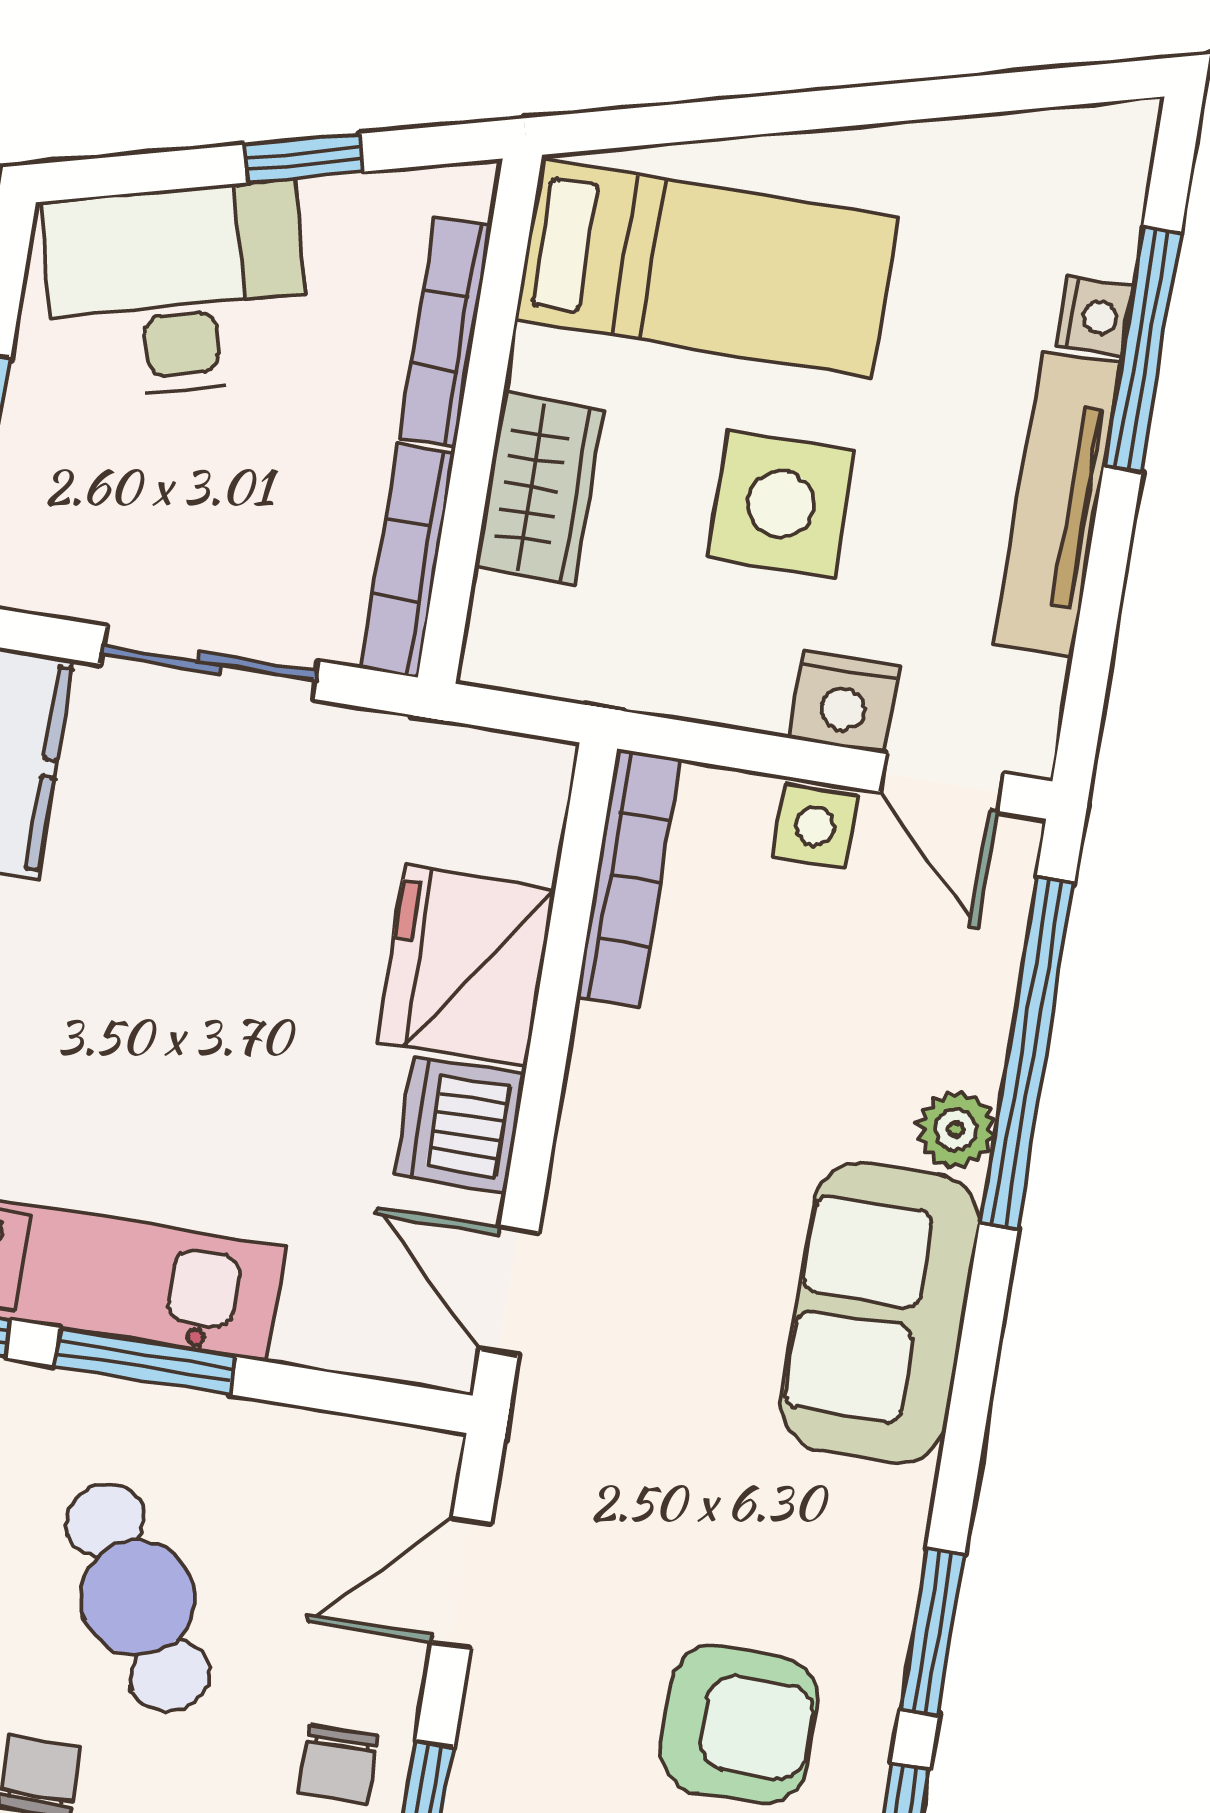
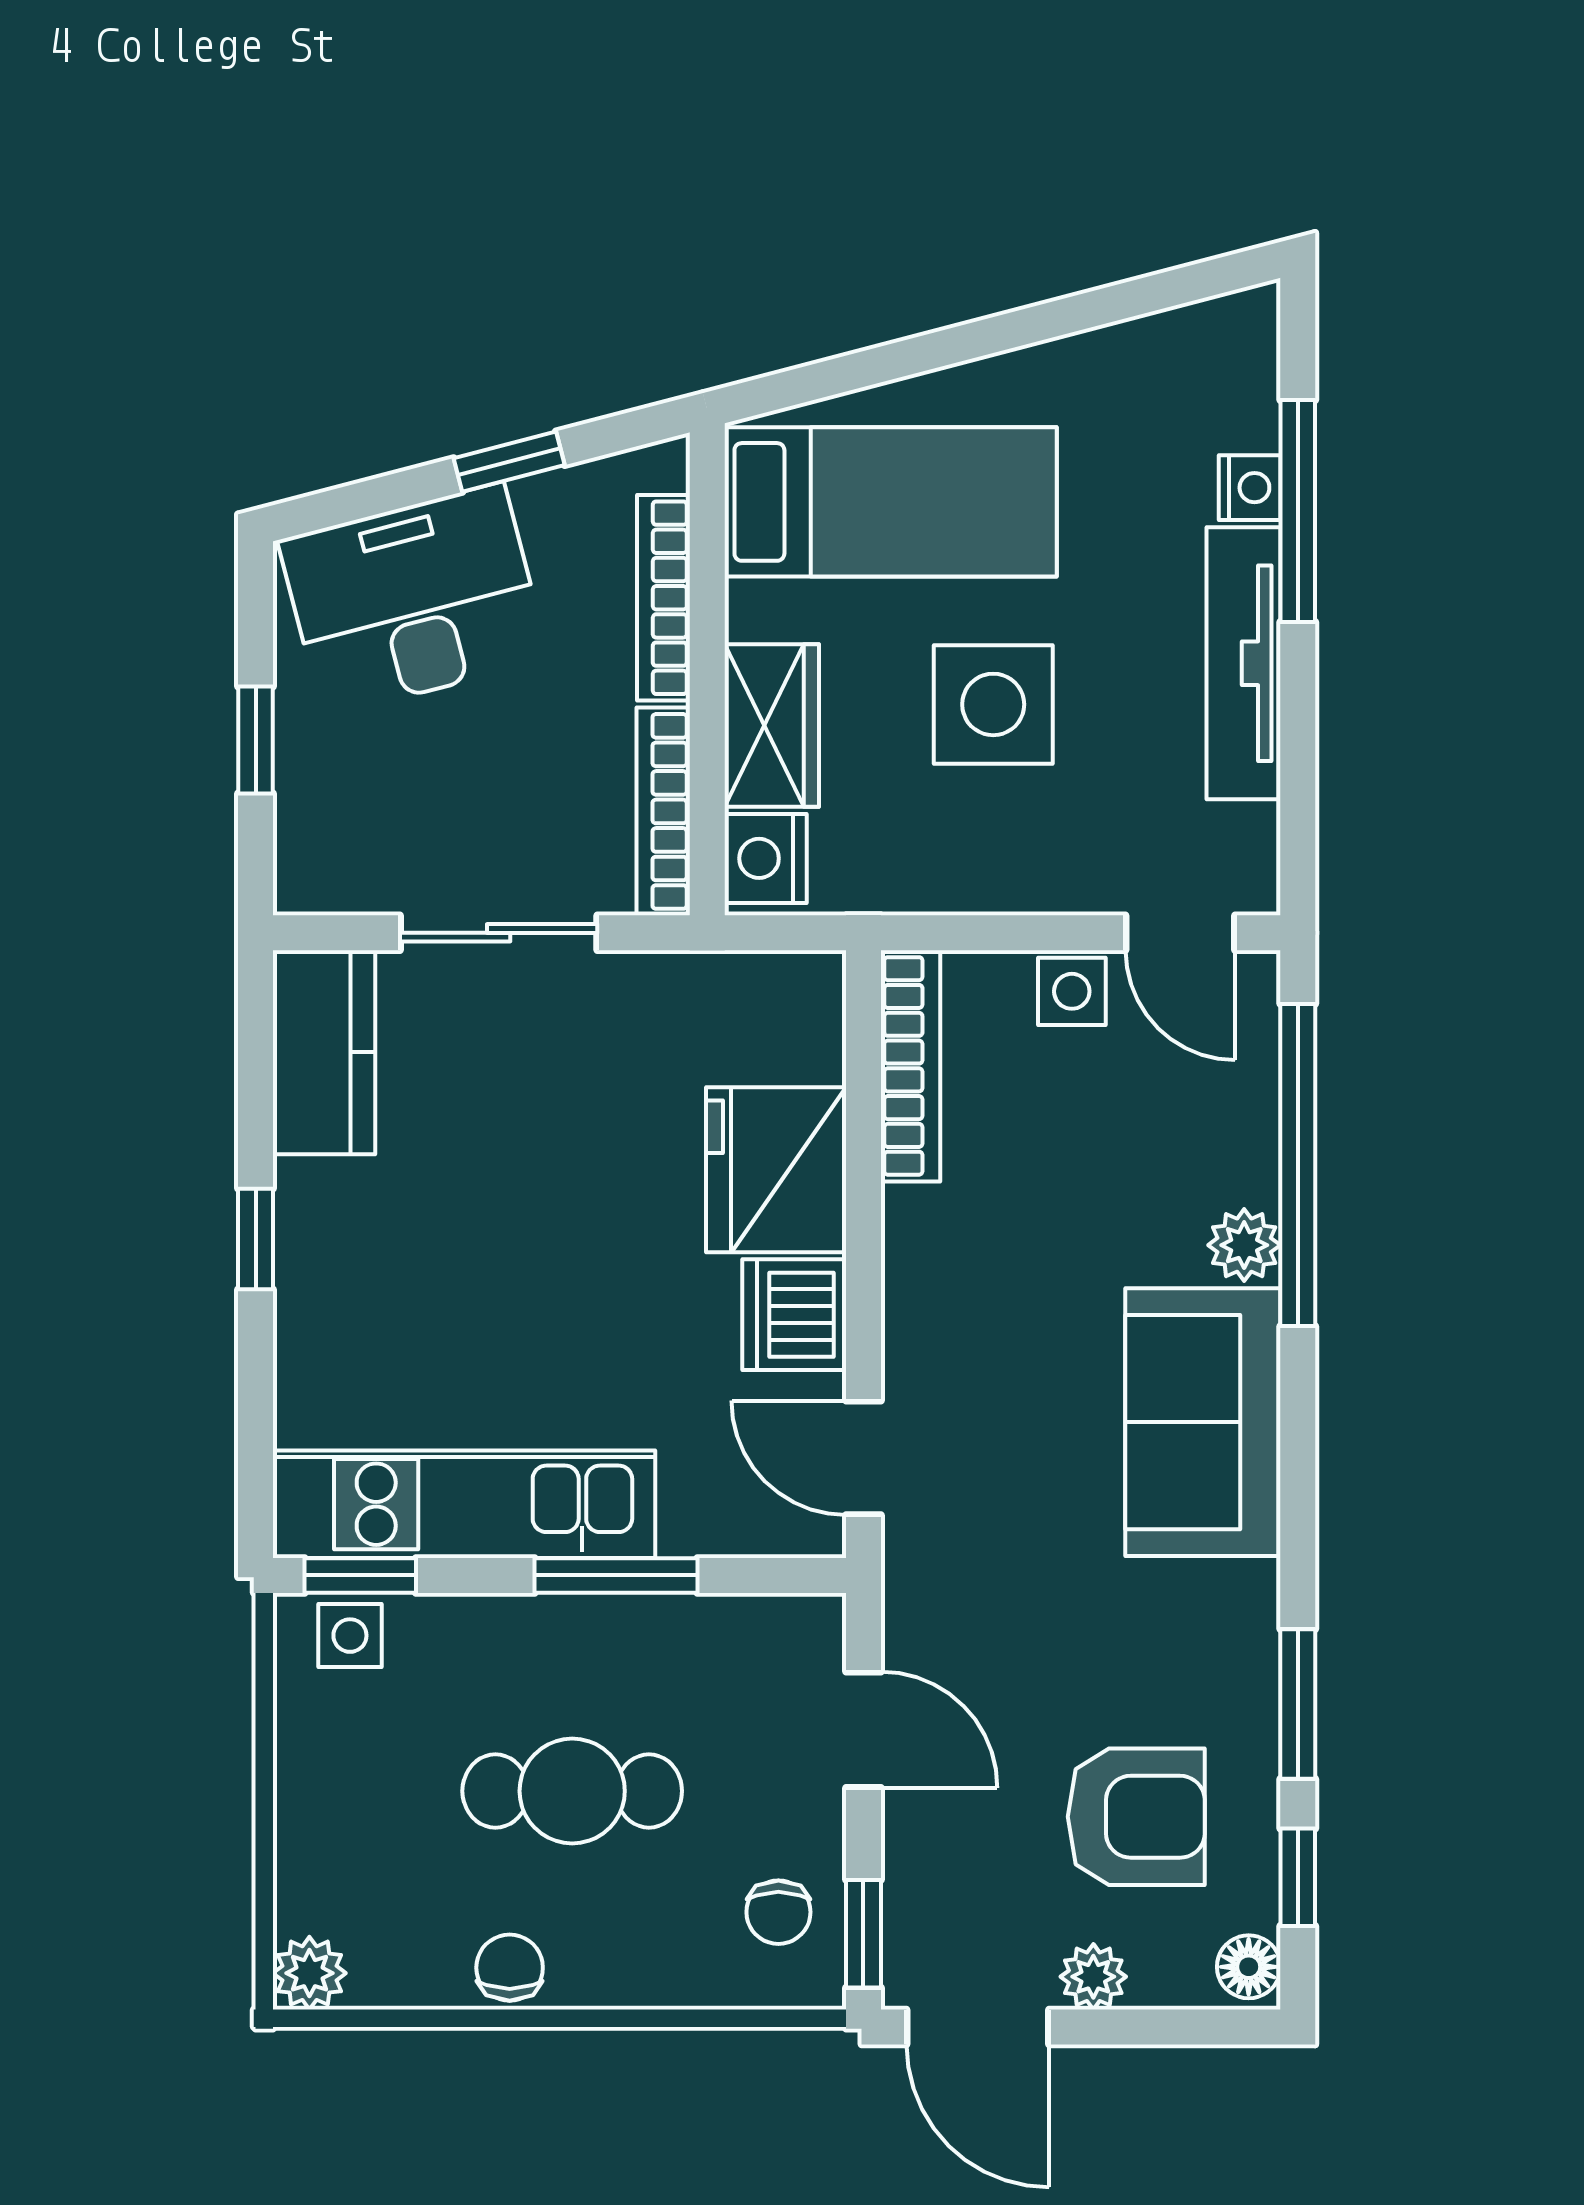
nightstand: (844, 702) -> (766, 858), moved, turned 90
window: (145, 1361) -> (616, 1575), moved
door: (461, 1583) -> (863, 1730), swing flipped
cafe table: (137, 1598) -> (572, 1791), turned -58

